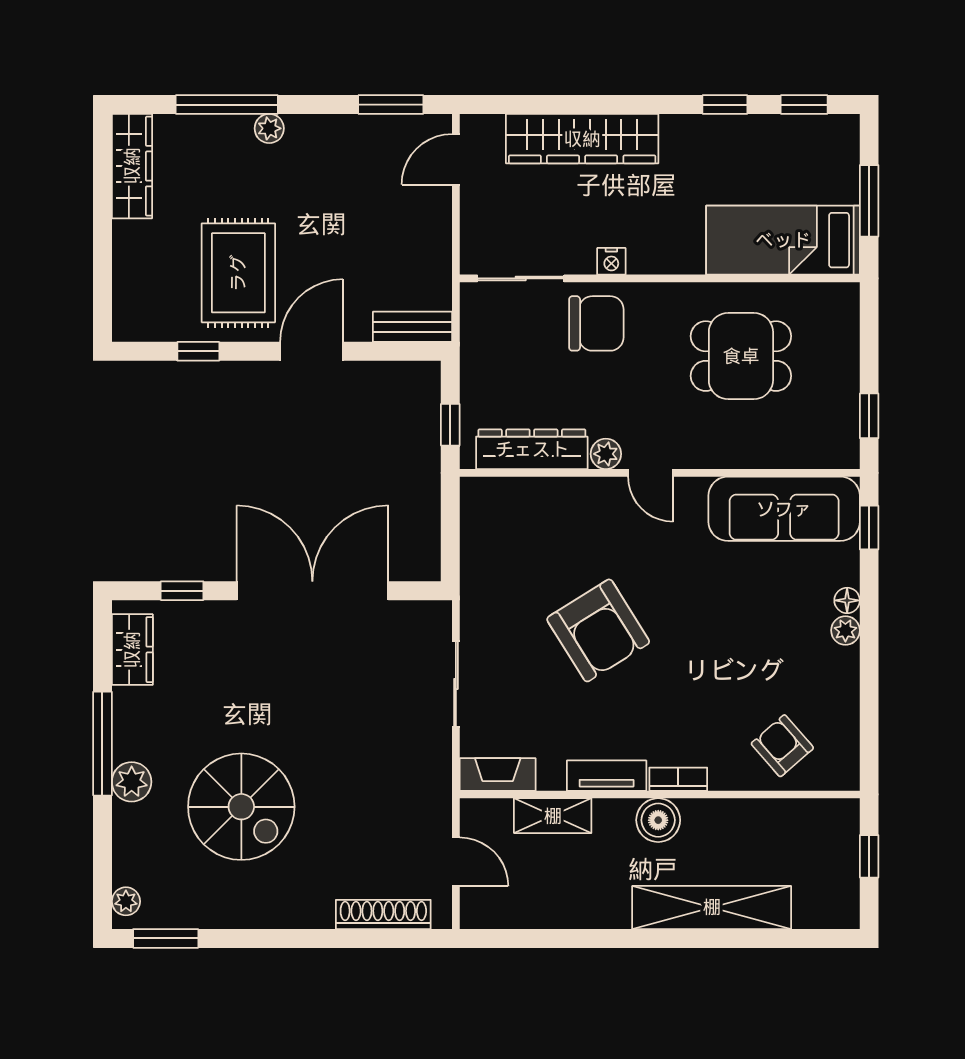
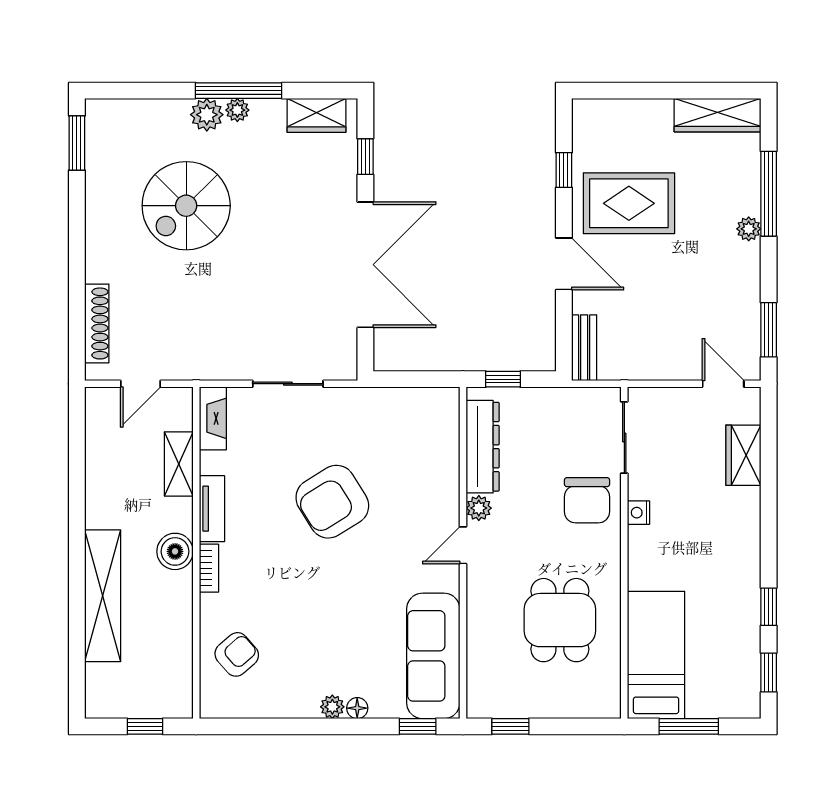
wardrobe: (582, 139) -> (743, 455), width x0.48, depth x0.85
plant: (126, 901) -> (237, 110), moved

